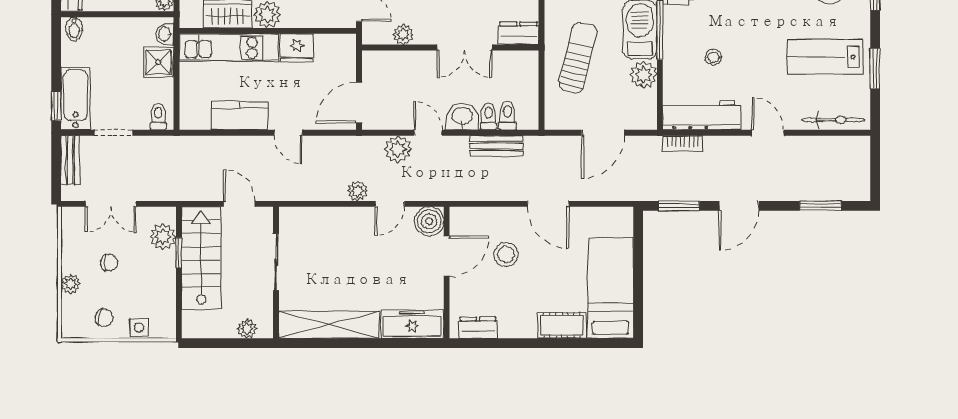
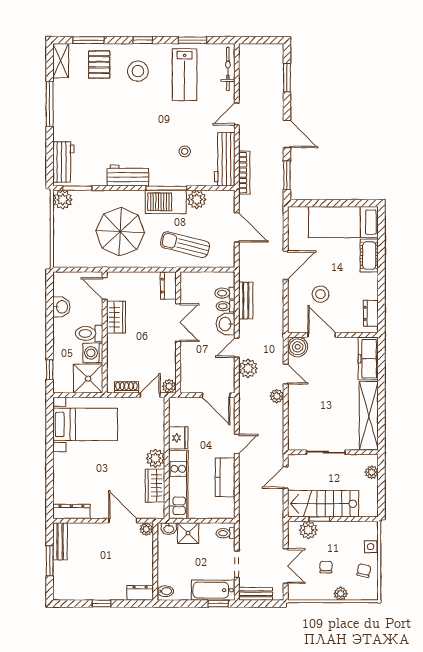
plant: (403, 35) -> (169, 386), moved
bookcase: (683, 144) -> (244, 173), width x1.56

